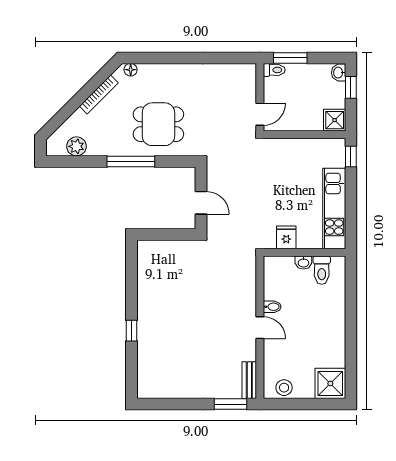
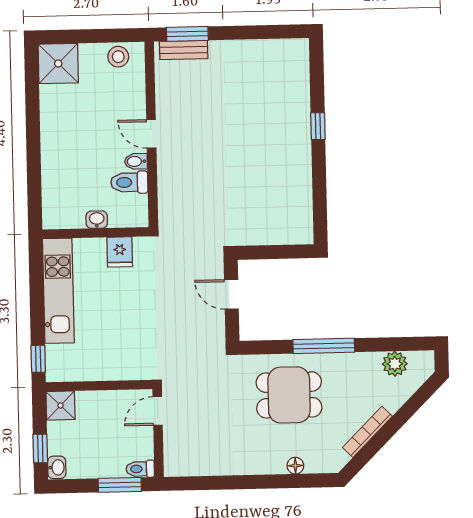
floor lamp: (131, 70) -> (295, 466), moved
toilet: (322, 270) -> (129, 182), moved, turned -90
bench: (249, 380) -> (184, 50), moved, turned 90

